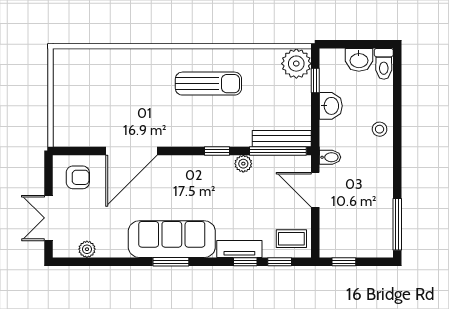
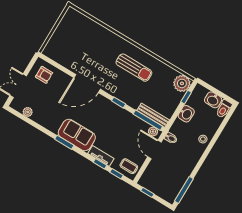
door: (131, 151) -> (87, 83), moved
plant: (243, 164) -> (153, 132), moved
sofa: (172, 239) -> (77, 135), width x0.73

